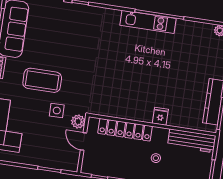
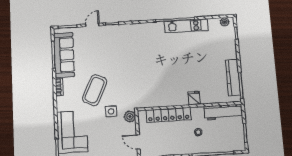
kitchen unit: (148, 22) -> (186, 26), moved
coffee table: (42, 80) -> (95, 90), turned -64
door: (83, 141) -> (138, 142), moved

